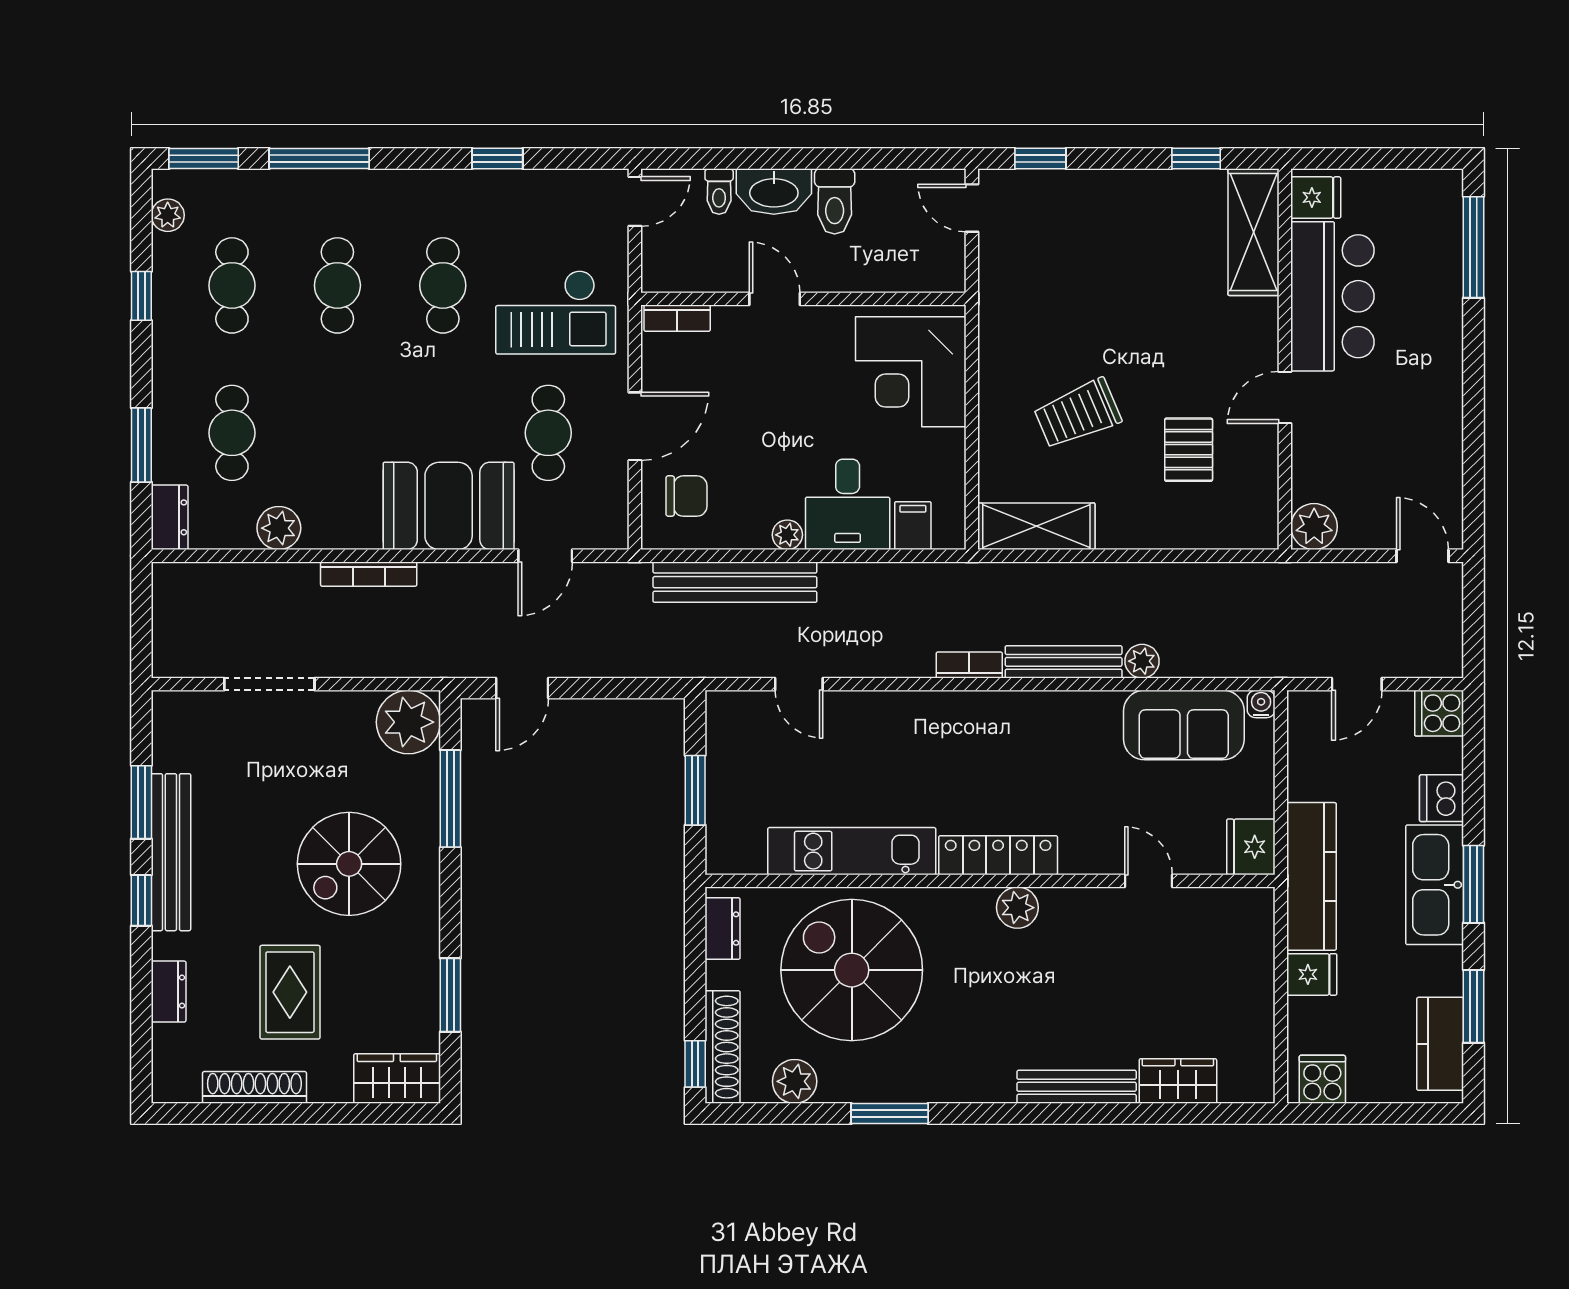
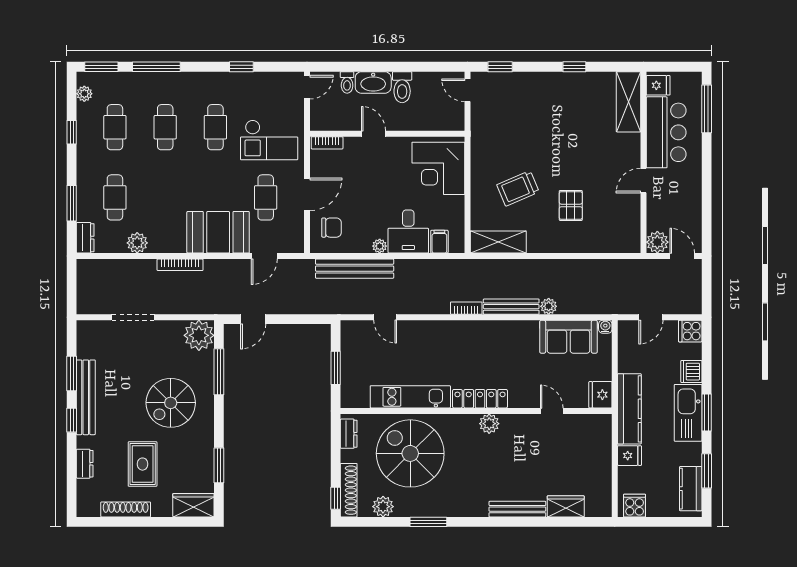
fridge: (1316, 197) -> (658, 85), moved
shelving: (1253, 232) -> (628, 102), moved
bar counter: (1332, 296) -> (666, 132), moved
wall: (1285, 359) -> (643, 162), moved
door: (1285, 397) -> (643, 181), moved
plant: (1314, 527) -> (657, 242), moved

